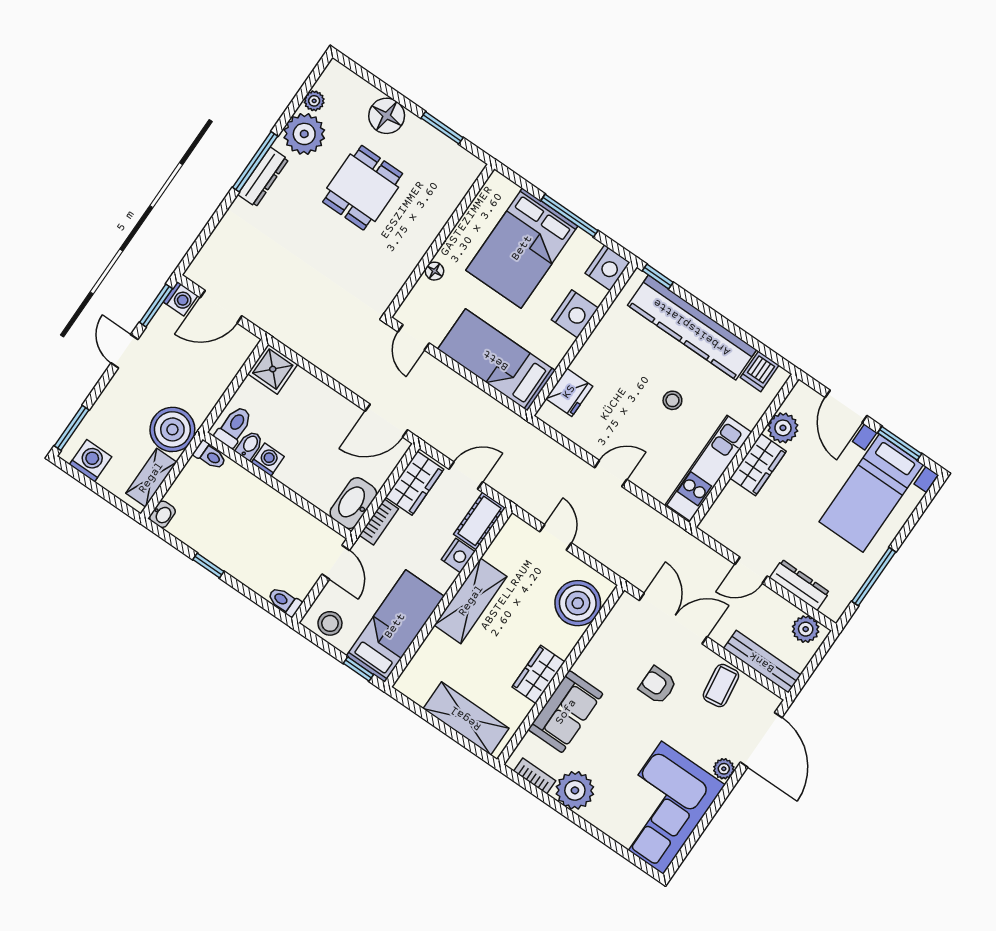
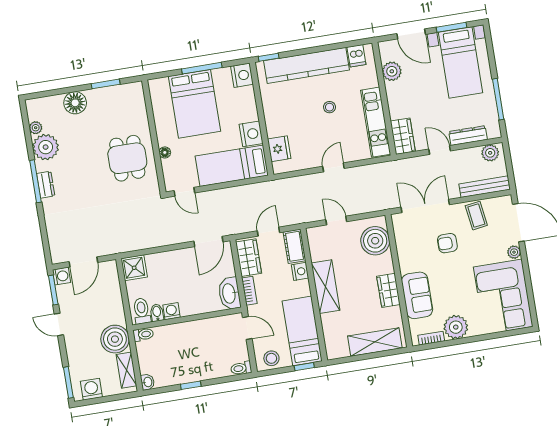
dresser: (263, 177) -> (46, 185), width x0.70
dining table: (363, 188) -> (127, 158), moved
nightstand: (575, 314) -> (251, 134), moved
wardrobe: (758, 465) -> (403, 136), moved
door: (751, 570) -> (440, 150), swing flipped

